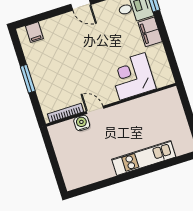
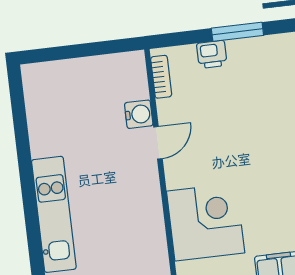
printer: (42, 90) -> (212, 54), added
bookcase: (66, 113) -> (161, 77), width x0.64

